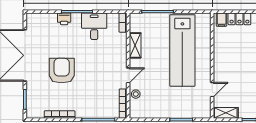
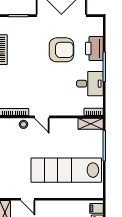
printer: (64, 19) -> (94, 48), width x1.87, depth x1.48
shelving: (135, 45) -> (91, 124), moved
armchair: (62, 71) -> (61, 50), moved

